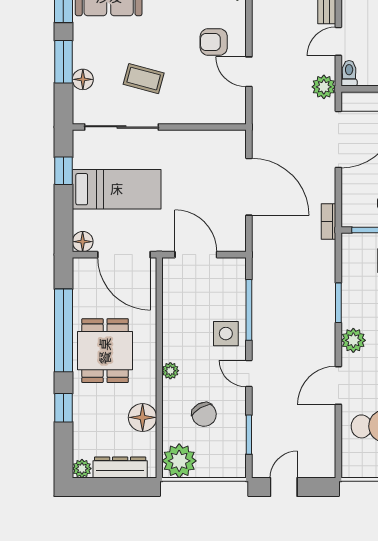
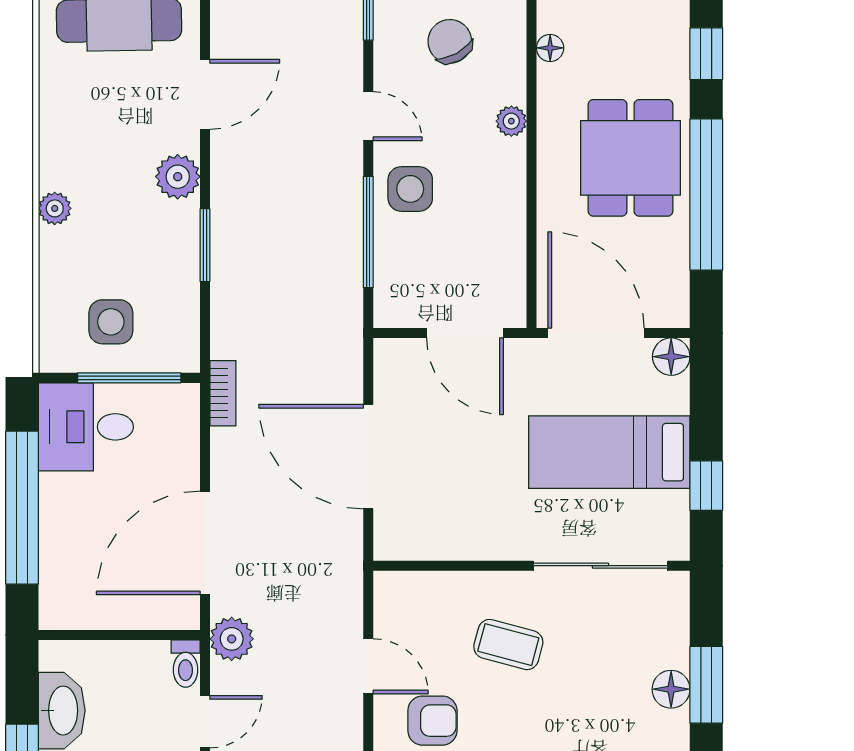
floor lamp: (83, 79) -> (671, 689), moved
coffee table: (144, 79) -> (508, 645), moved
floor lamp: (143, 417) -> (550, 48), width x0.53, depth x0.53

